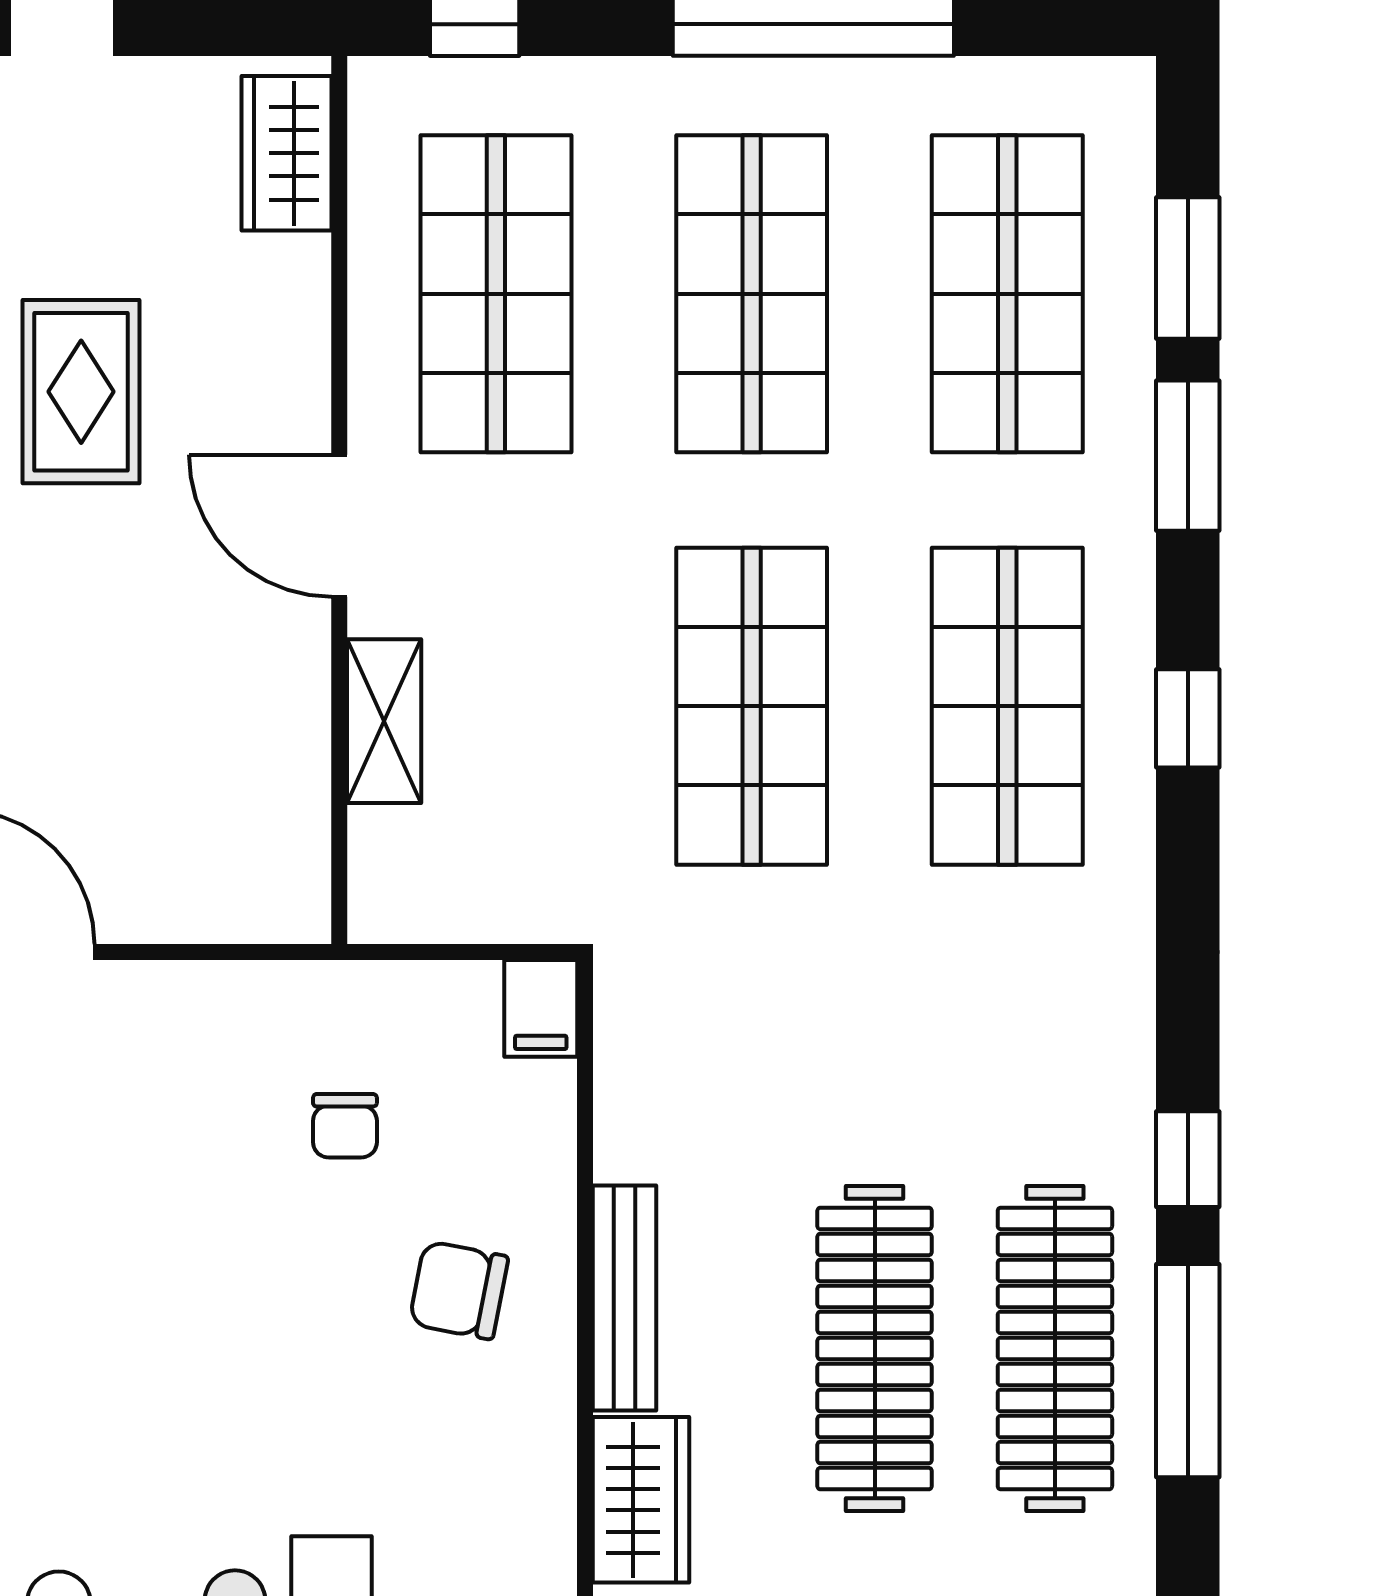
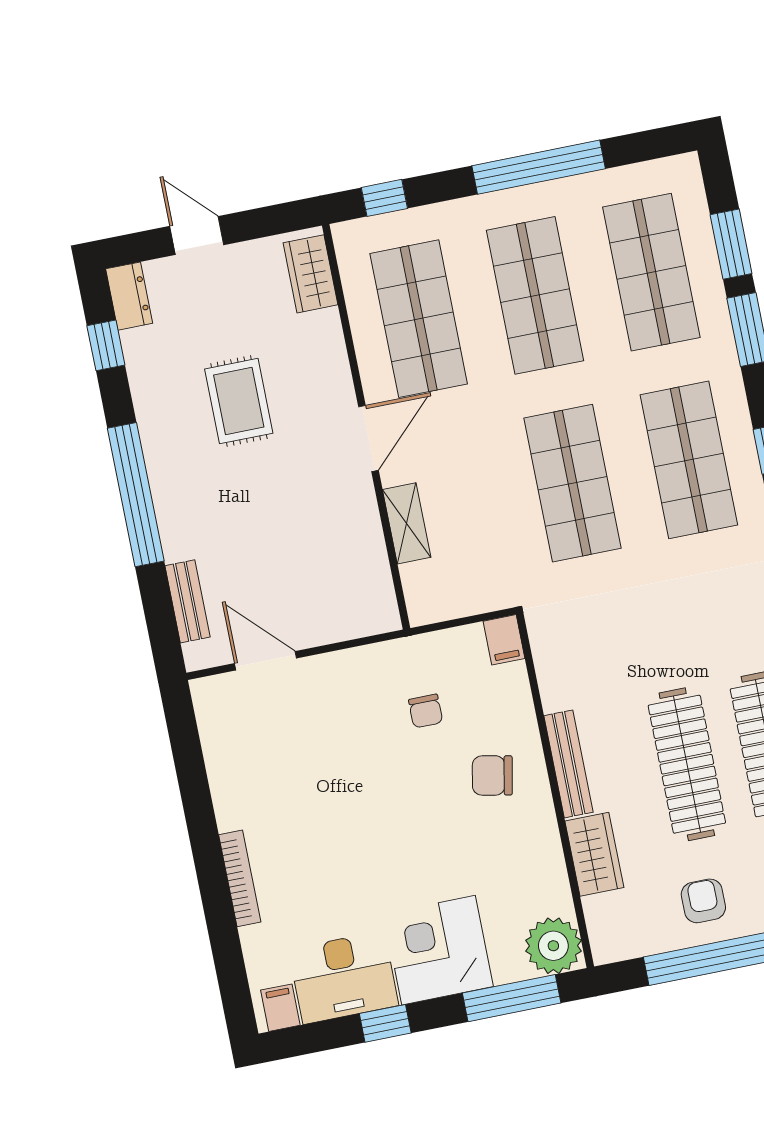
door: (339, 526) -> (368, 439), swing flipped

